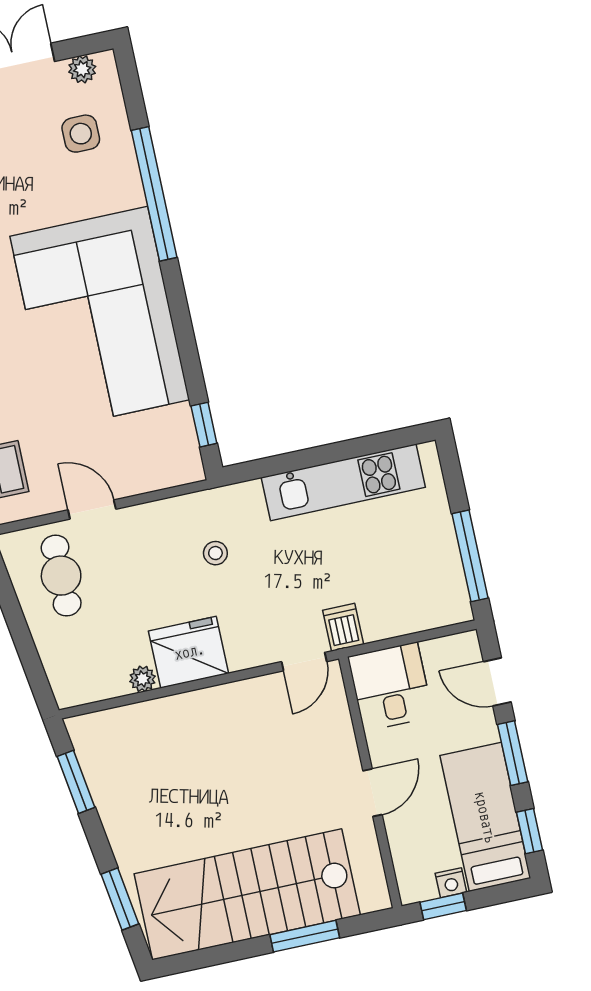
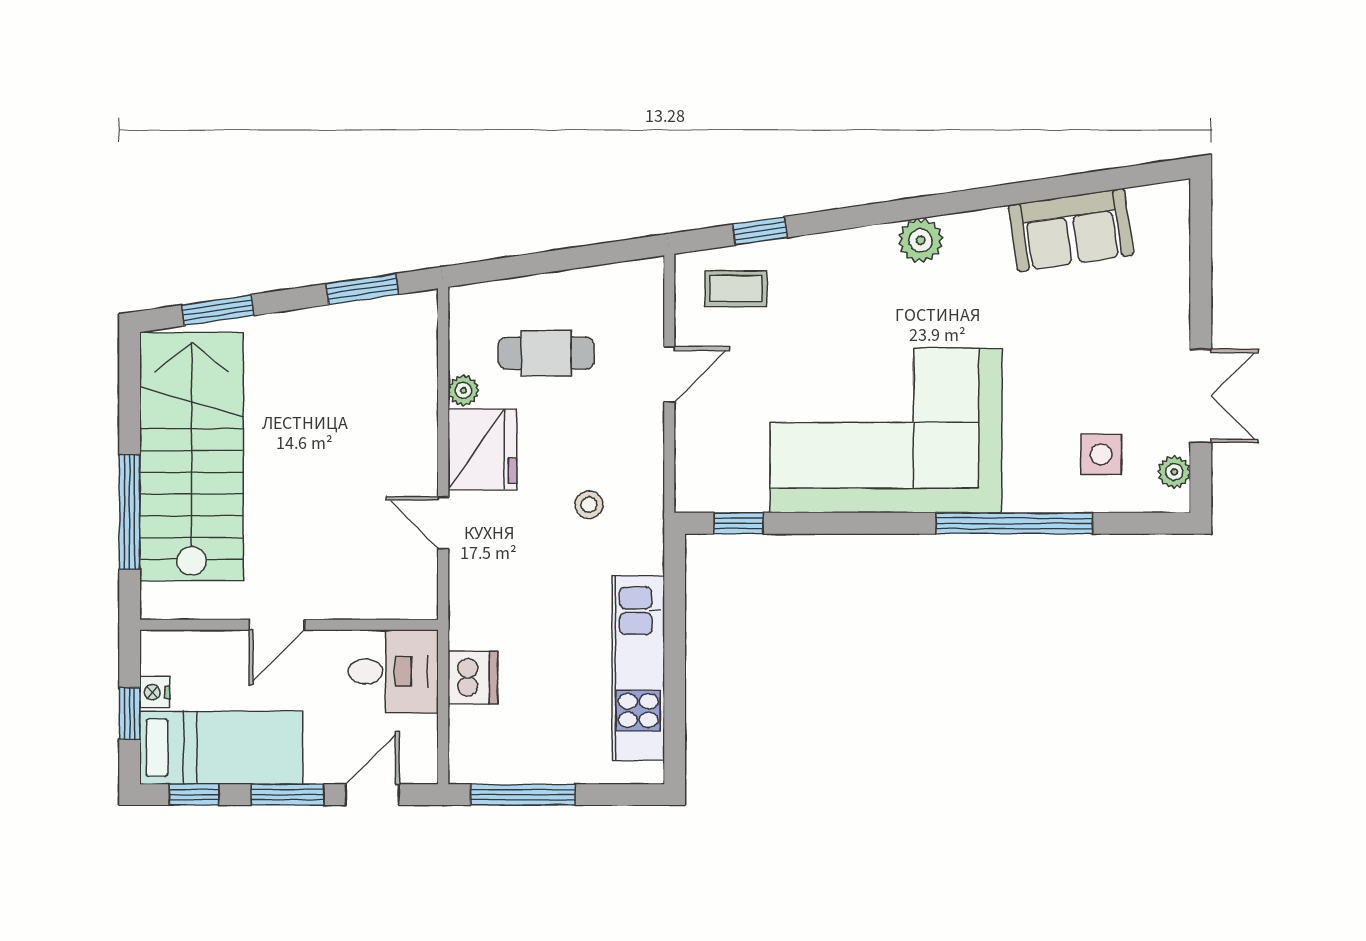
cafe table: (61, 576) -> (546, 353), moved
dishwasher: (343, 627) -> (473, 678), moved, width x1.38
door: (304, 662) -> (443, 523), moved
door: (372, 793) -> (277, 625), hinge flipped
window: (443, 906) -> (130, 714), moved
window: (305, 936) -> (130, 512), width x1.44

